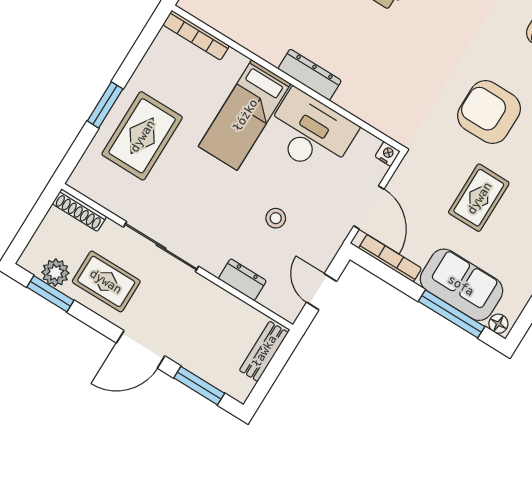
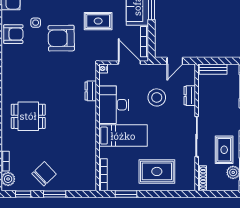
dresser: (310, 75) -> (91, 91), moved, width x0.70
window: (105, 105) -> (126, 194), moved
armchair: (489, 112) -> (61, 38), turned 89
door: (369, 207) -> (129, 63), hinge flipped
stool: (276, 218) -> (157, 97), width x1.89, depth x1.89

